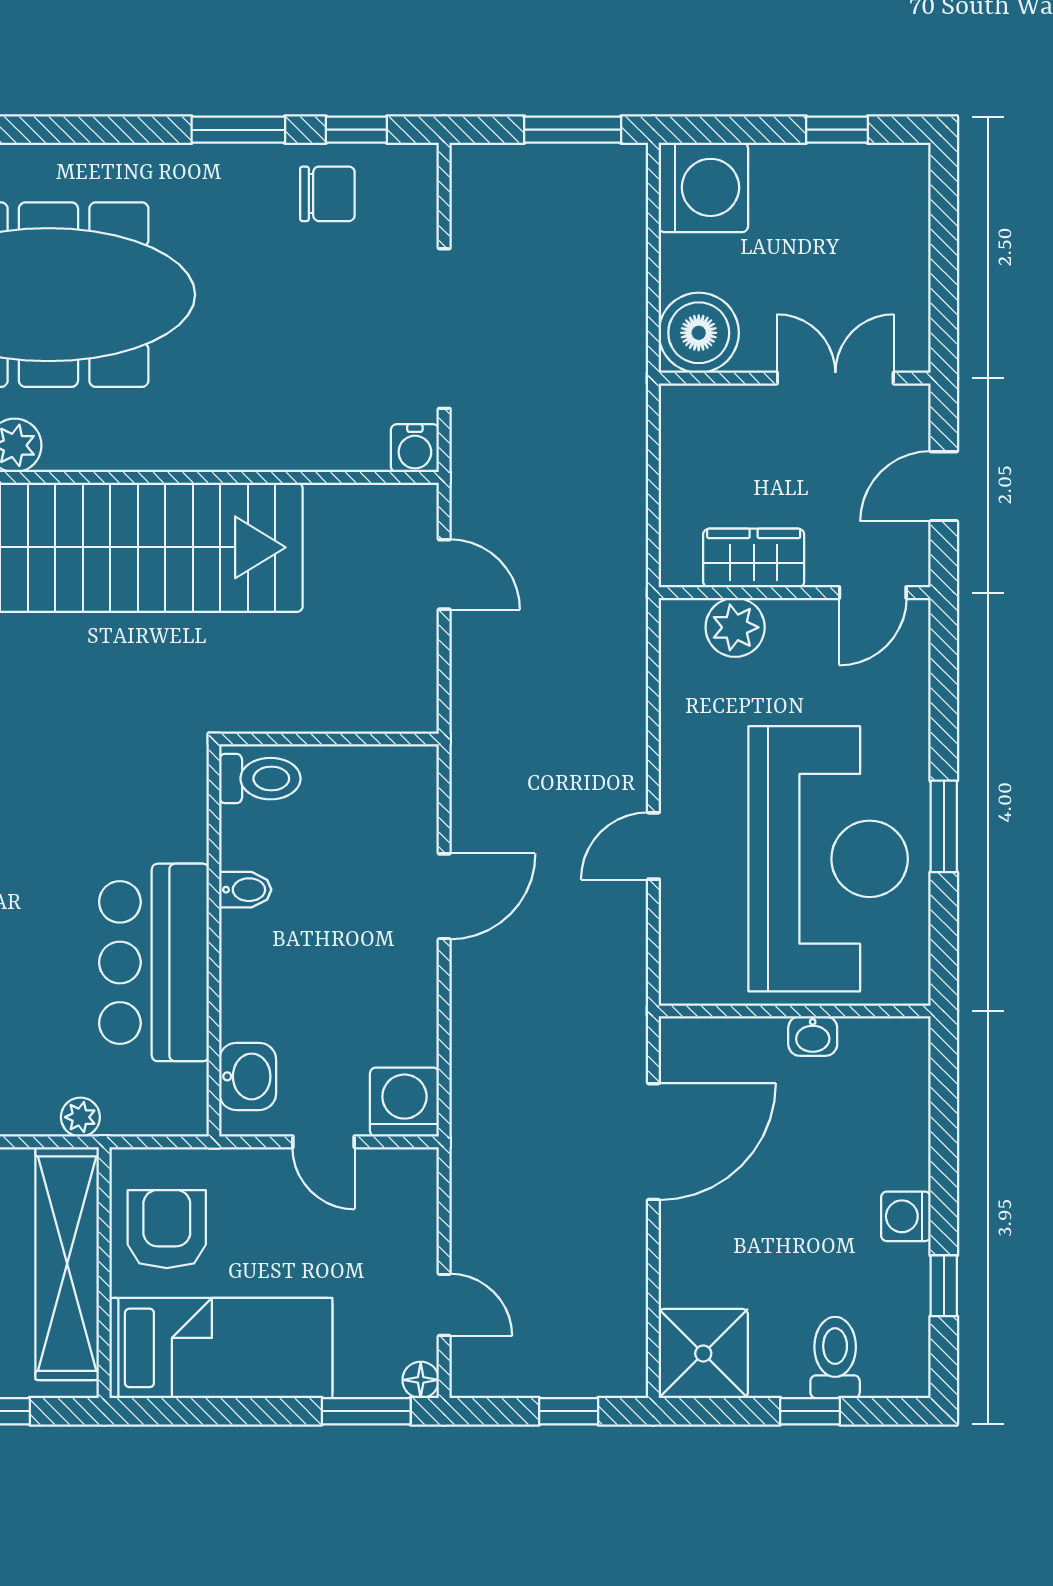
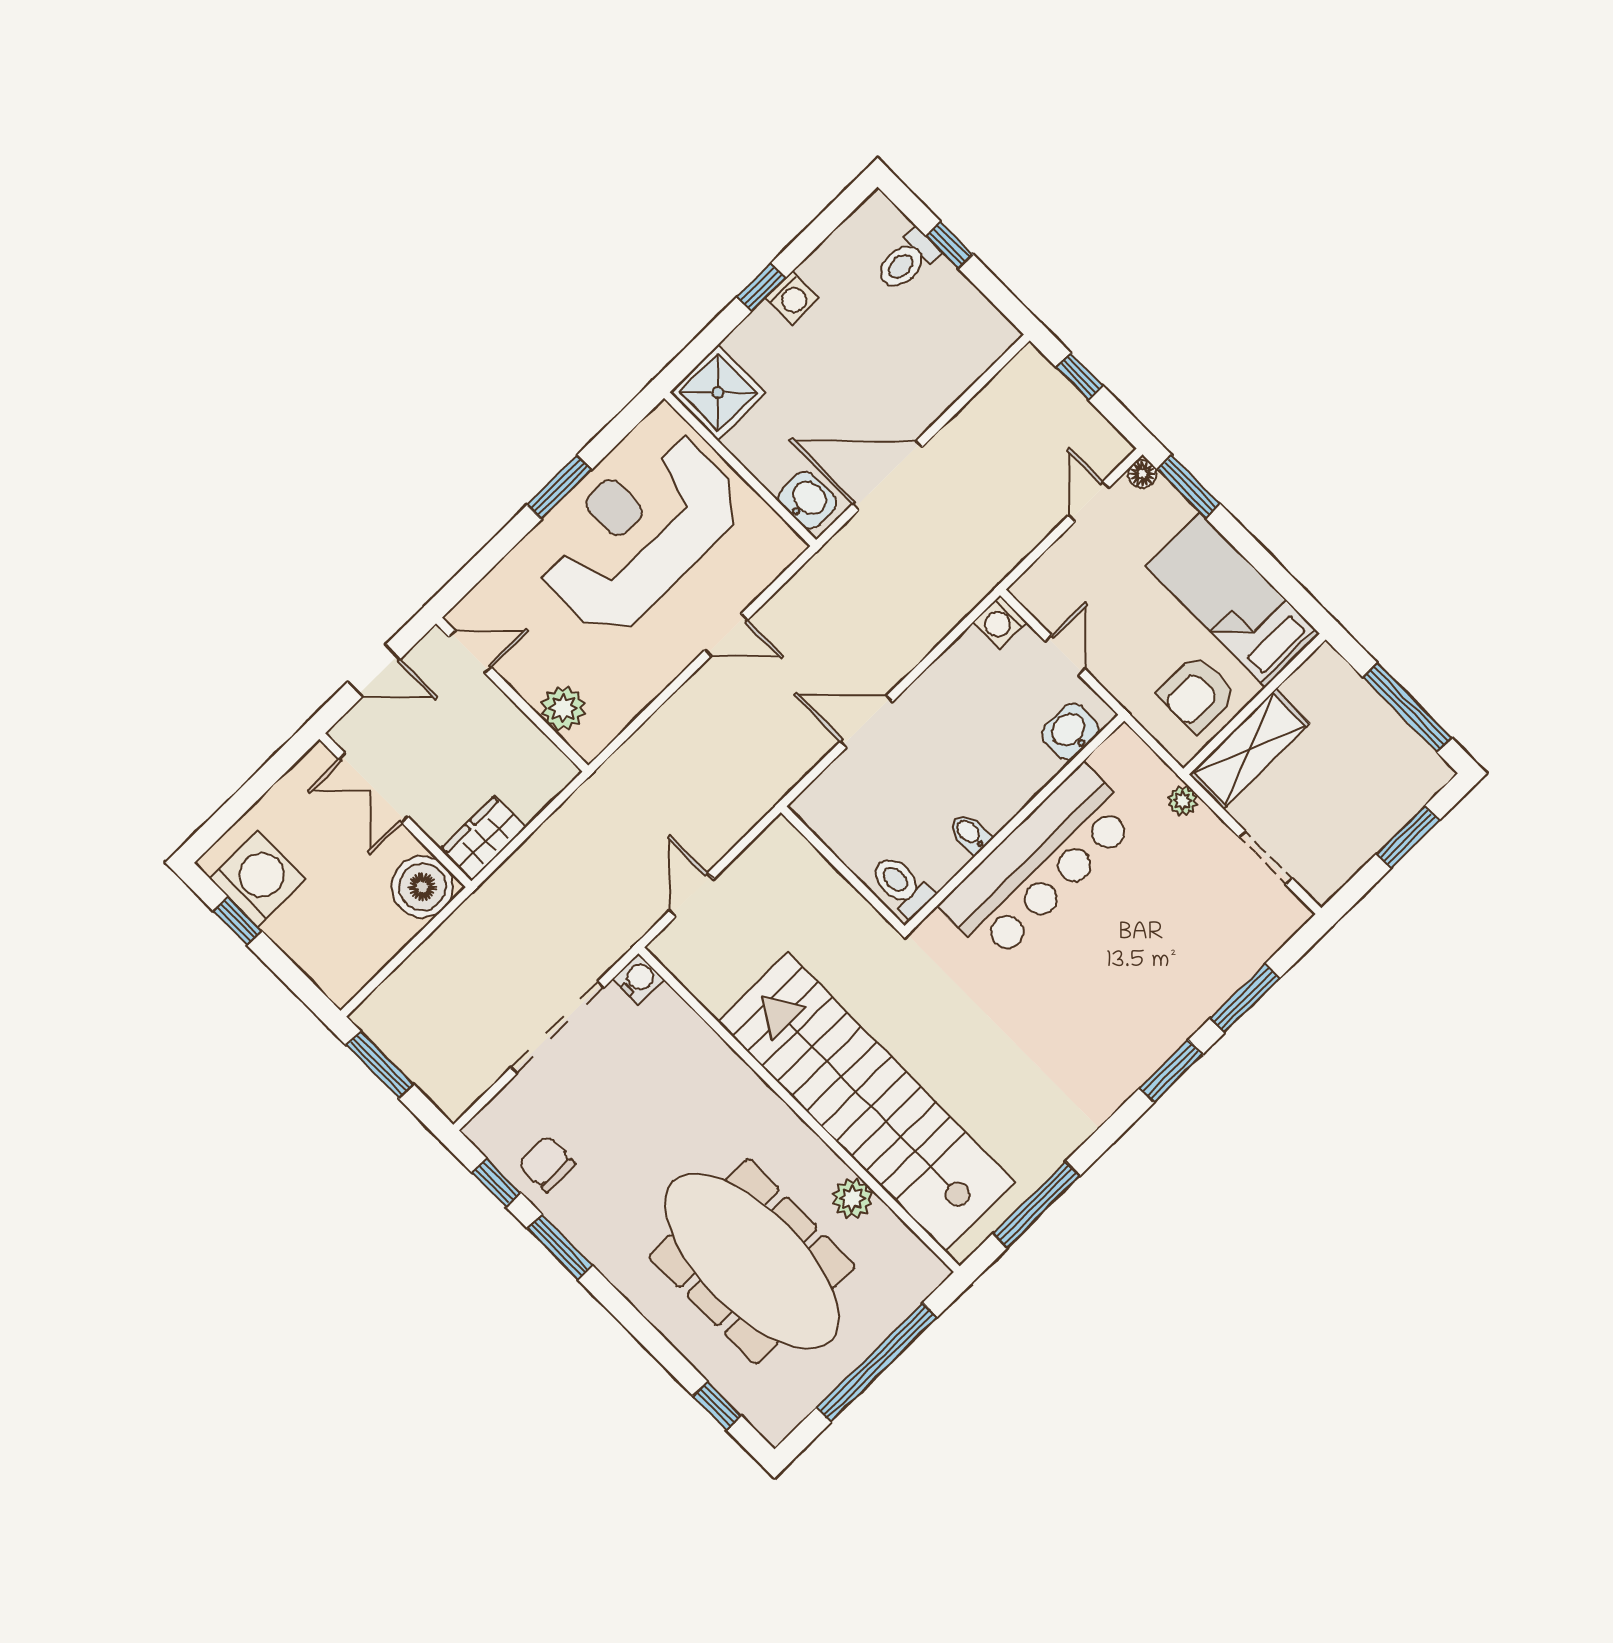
washing machine: (703, 187) -> (258, 879), moved, turned 90
wardrobe: (754, 558) -> (483, 838), moved, turned 90
bar counter: (154, 962) -> (1039, 863), width x1.36
washbasin: (813, 1036) -> (807, 500), moved, width x1.38, depth x1.45
washing machine: (404, 1102) -> (1000, 622), width x0.73, depth x0.73
shelving: (67, 1264) -> (1249, 749), width x0.68
window: (944, 1286) -> (761, 288), moved
shower: (703, 1353) -> (718, 392), moved

